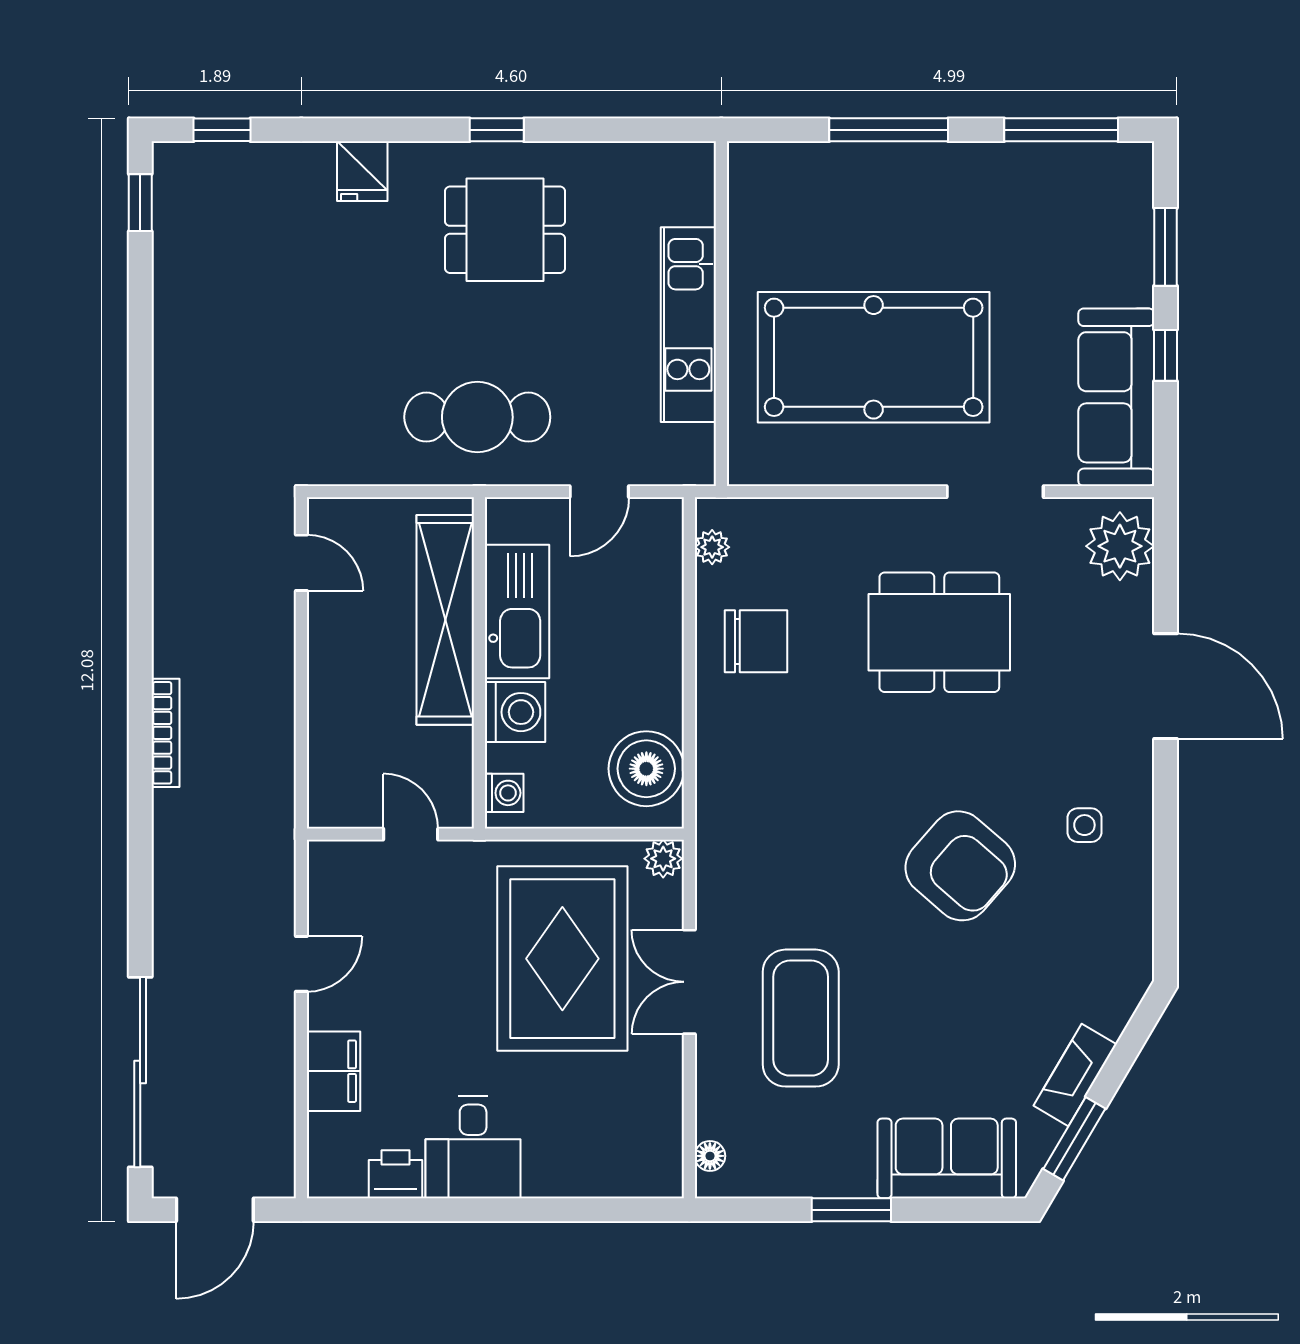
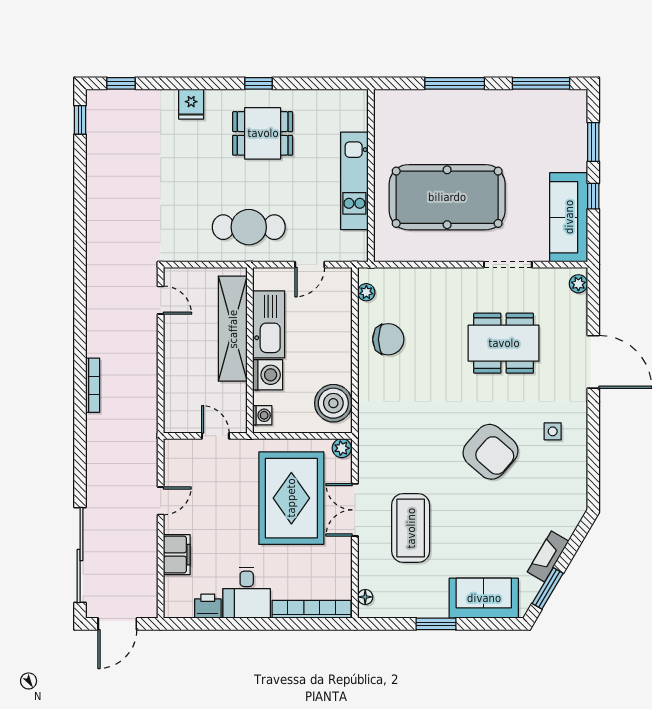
plant: (1120, 546) -> (578, 284), width x0.53, depth x0.53
dining table: (939, 632) -> (504, 343), moved
bookcase: (603, 1180) -> (312, 609), added

